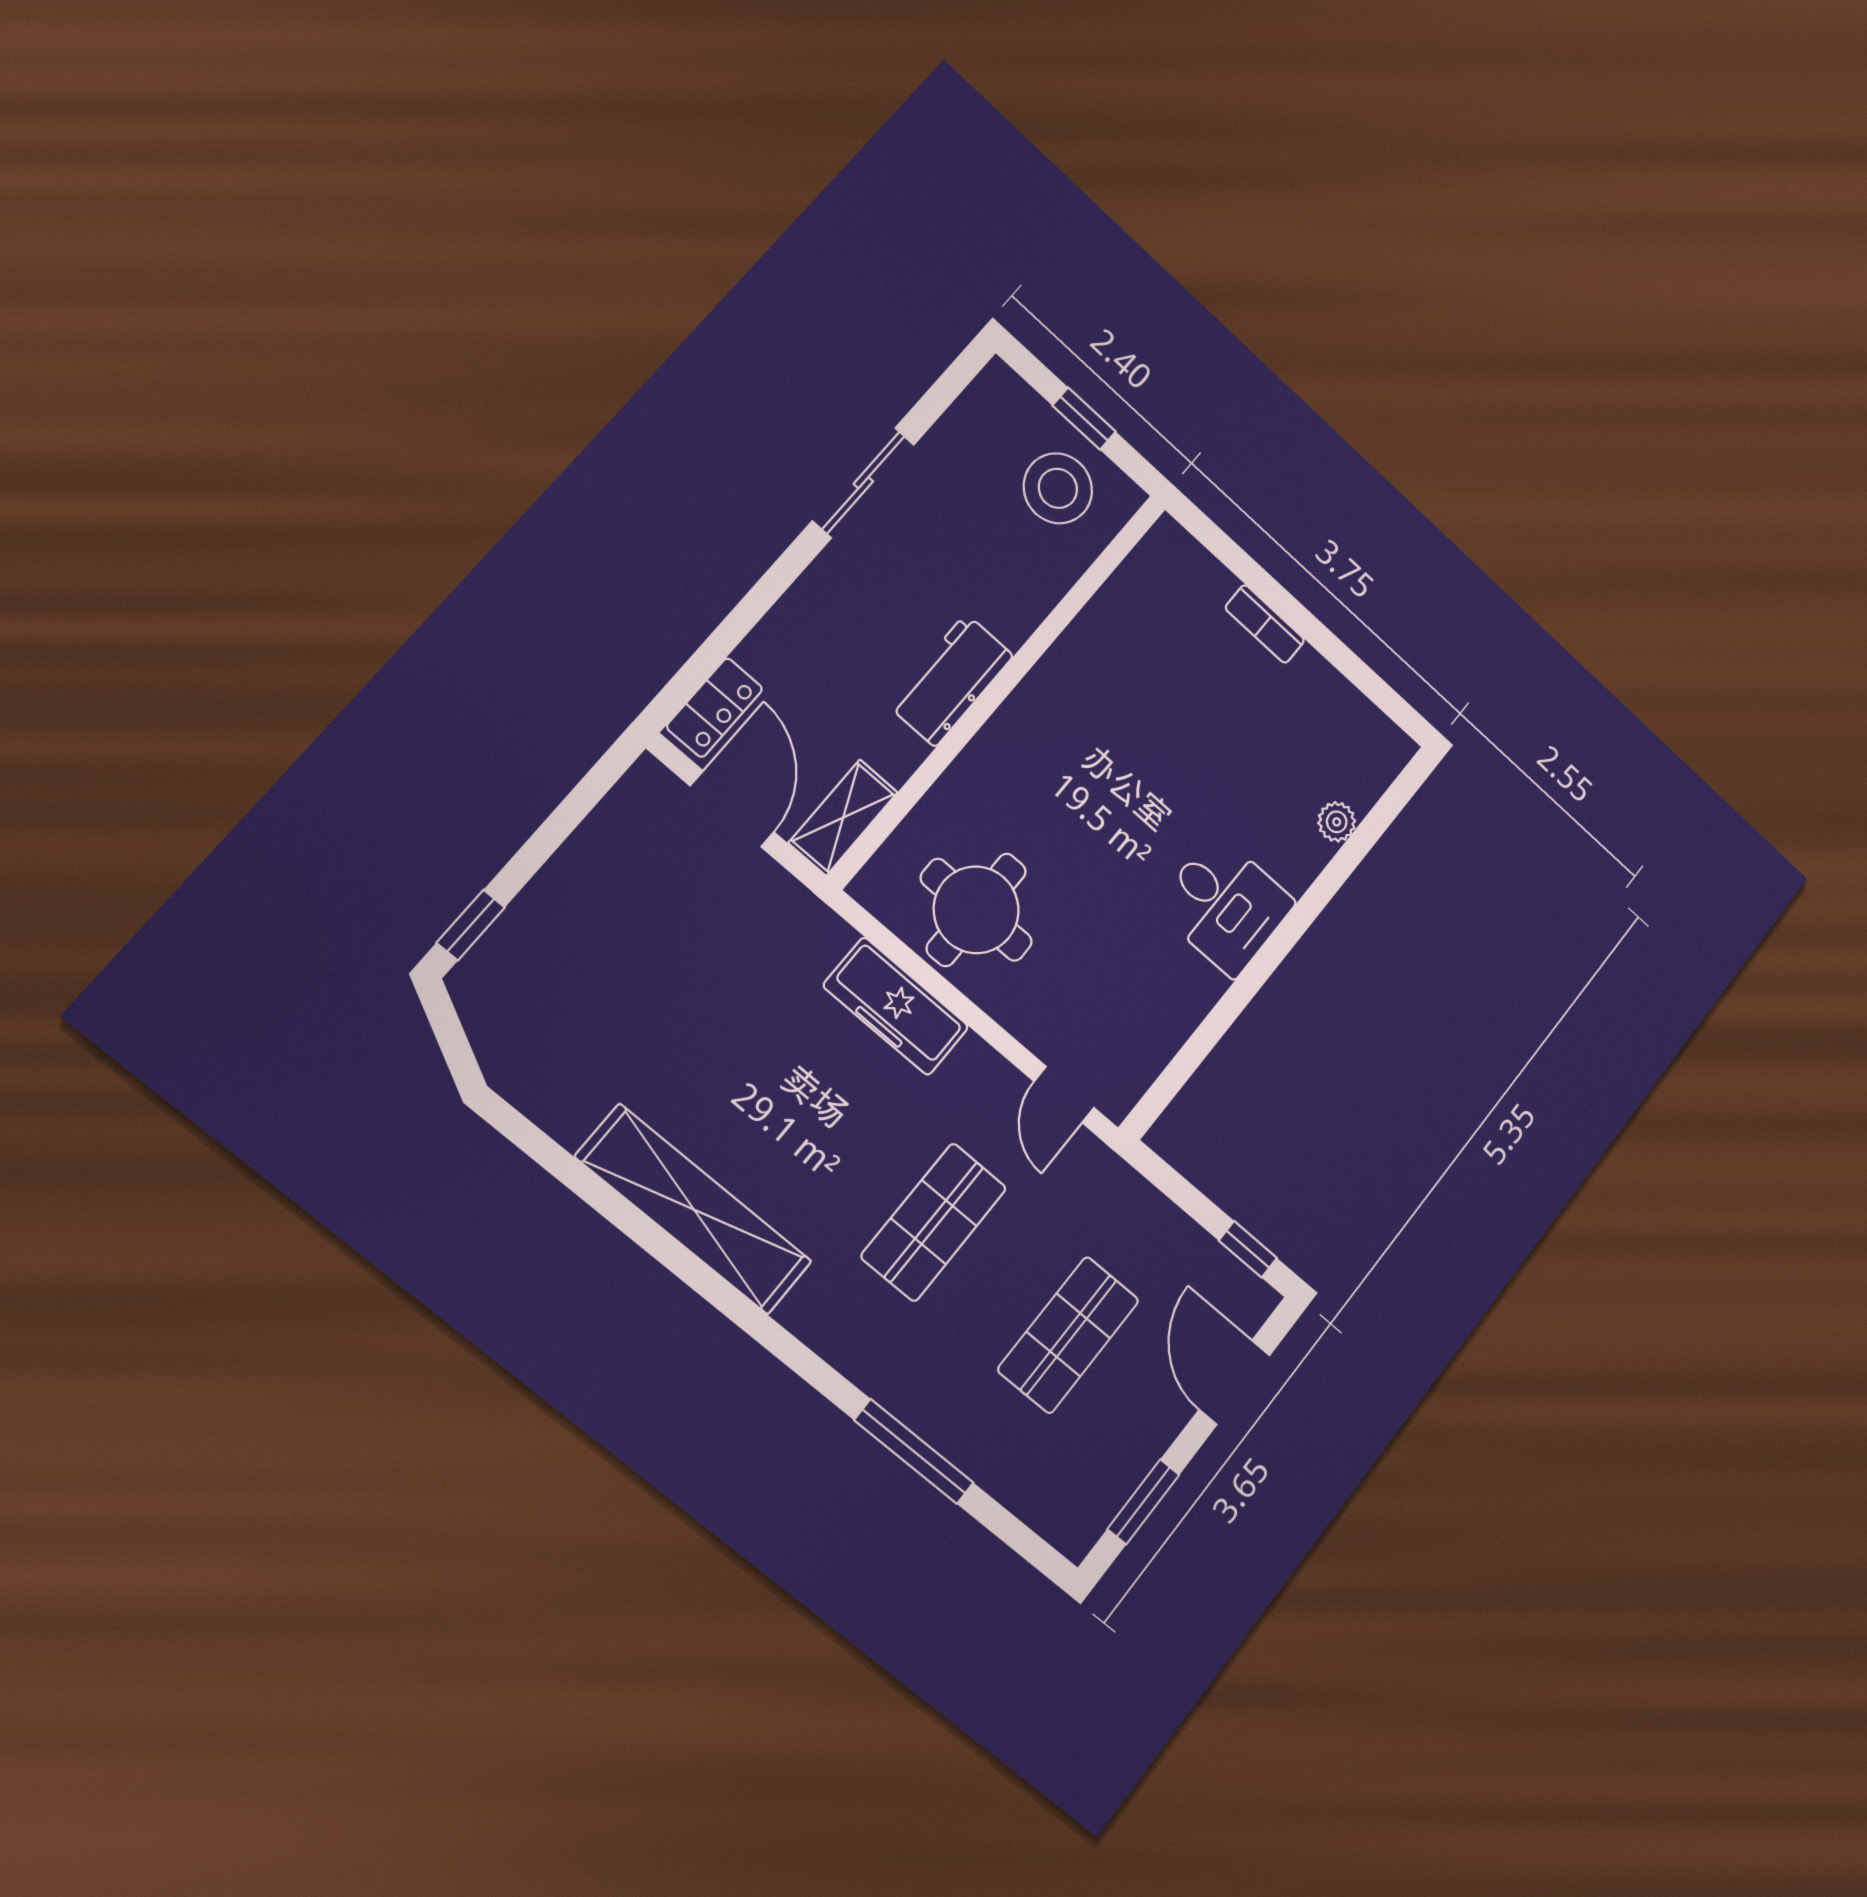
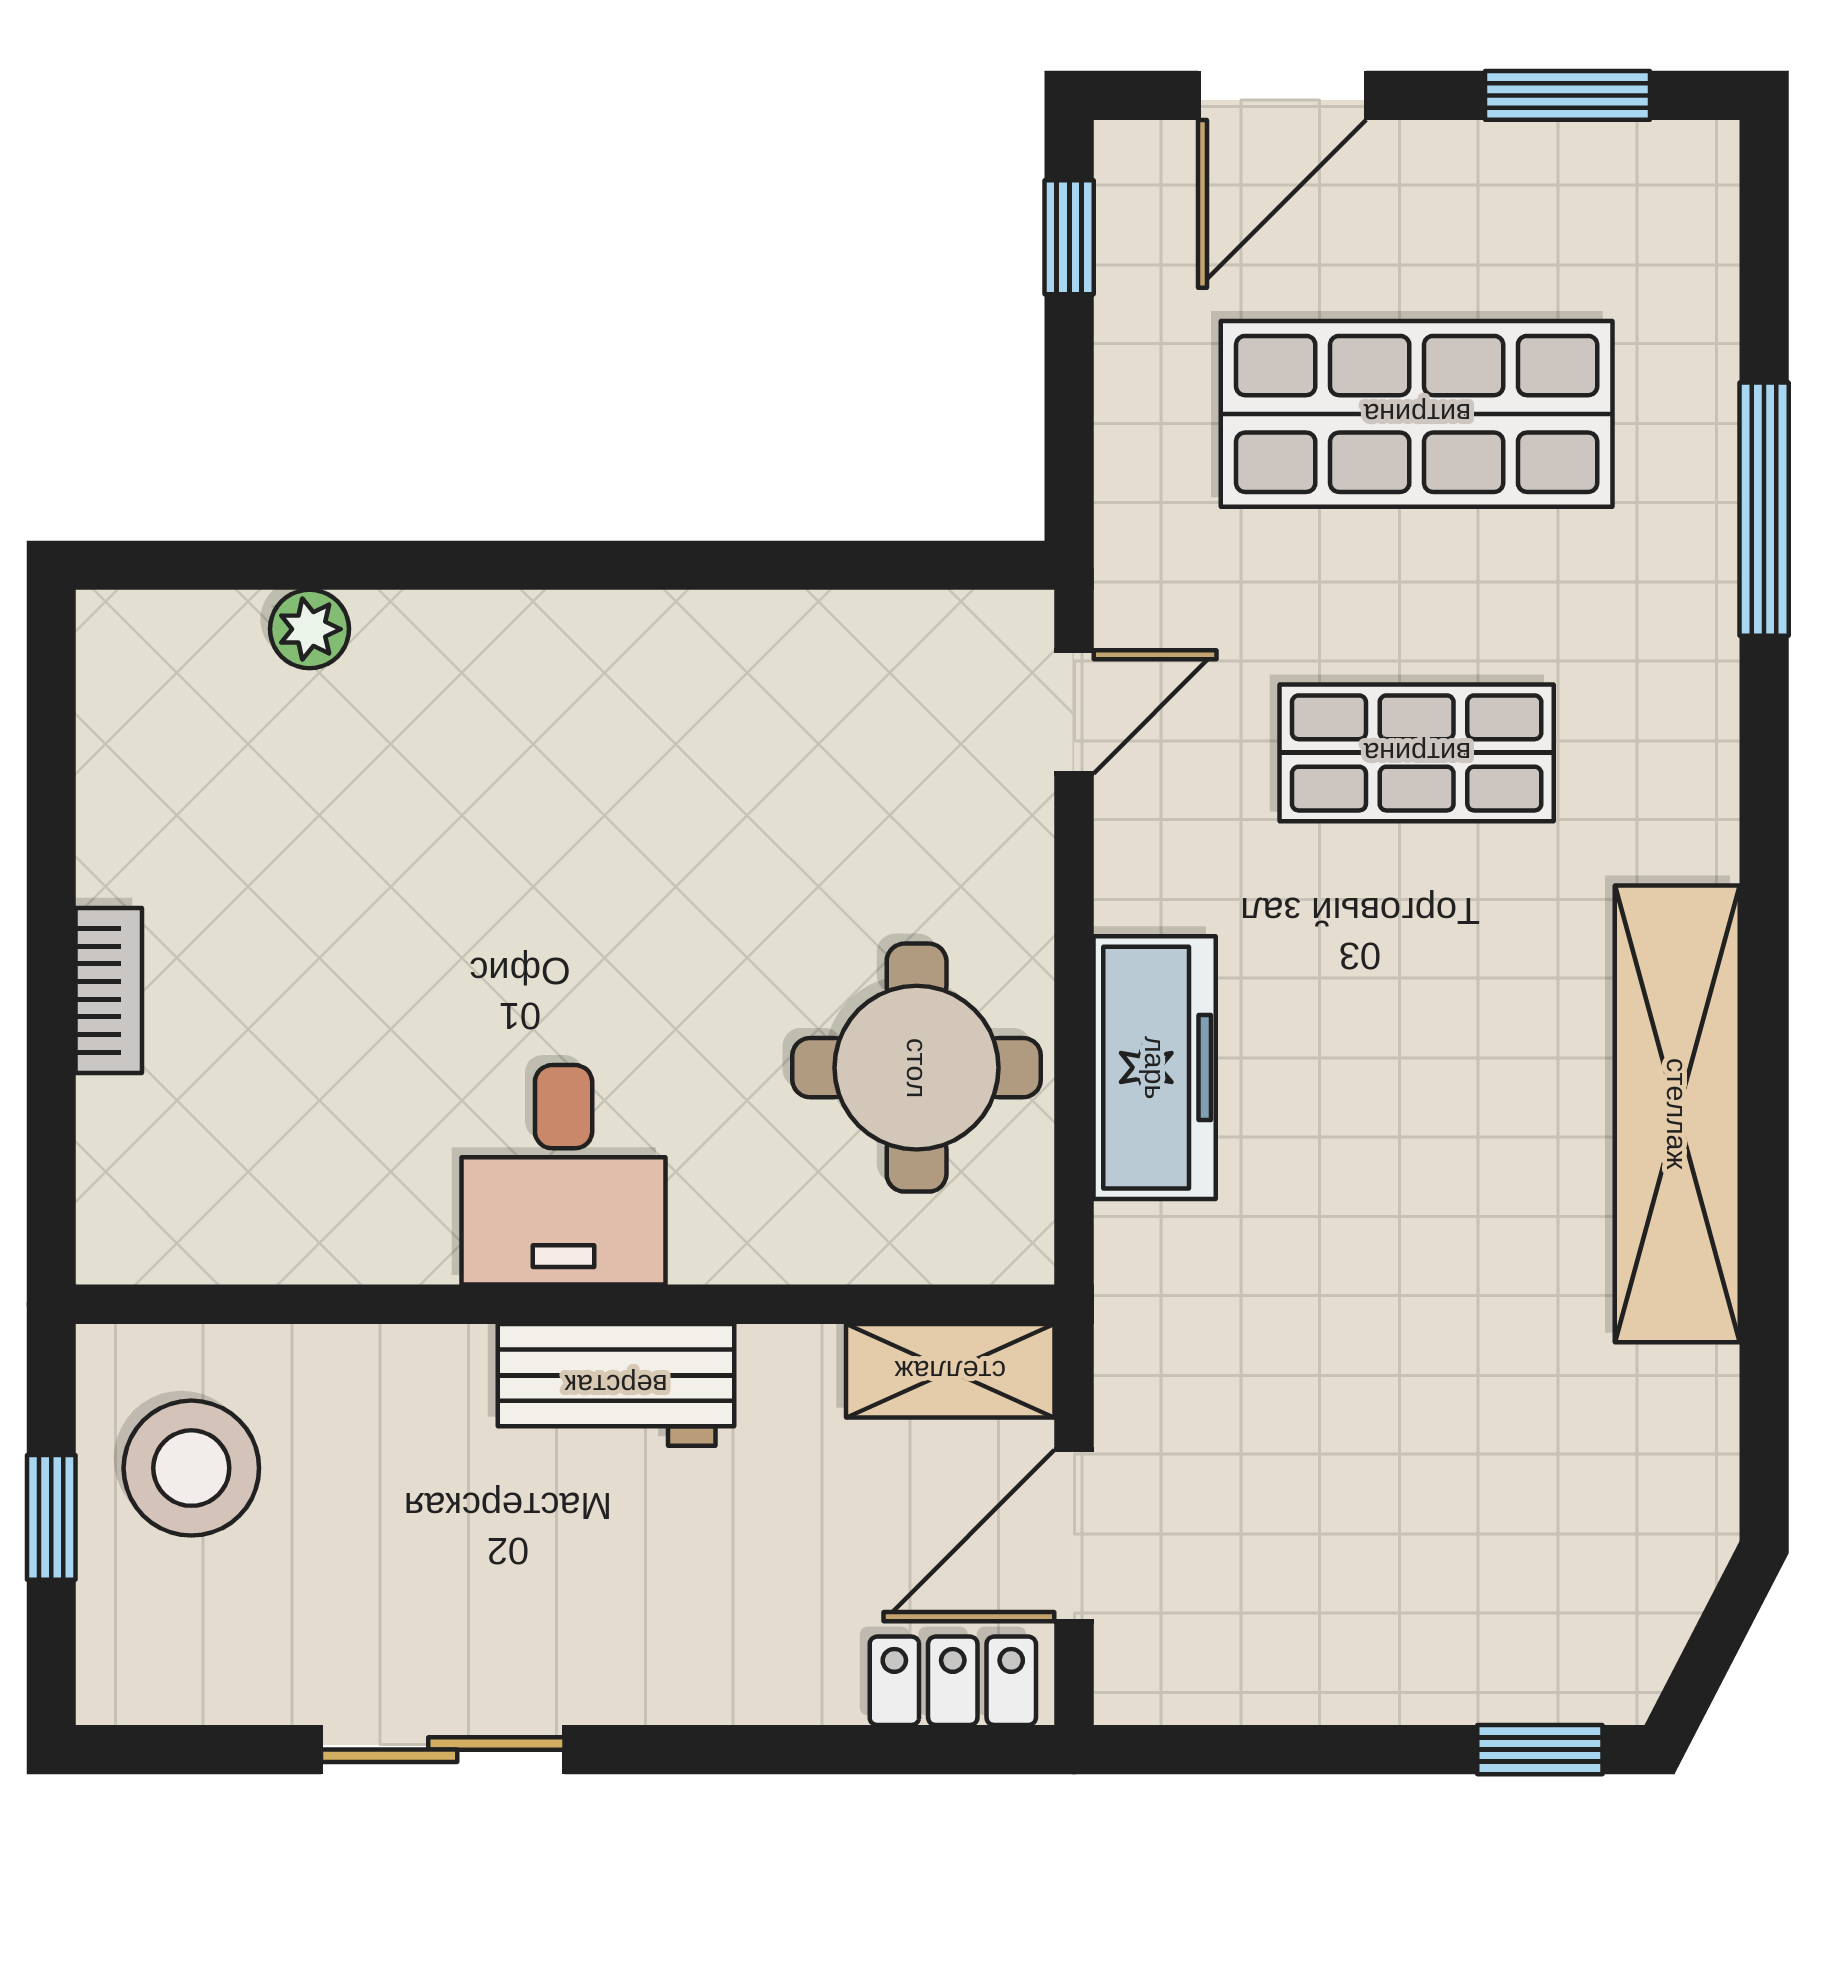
desk: (1225, 905) -> (564, 1175), moved, turned 180
shop shelf: (1068, 1335) -> (1417, 414), width x1.43, depth x1.36

